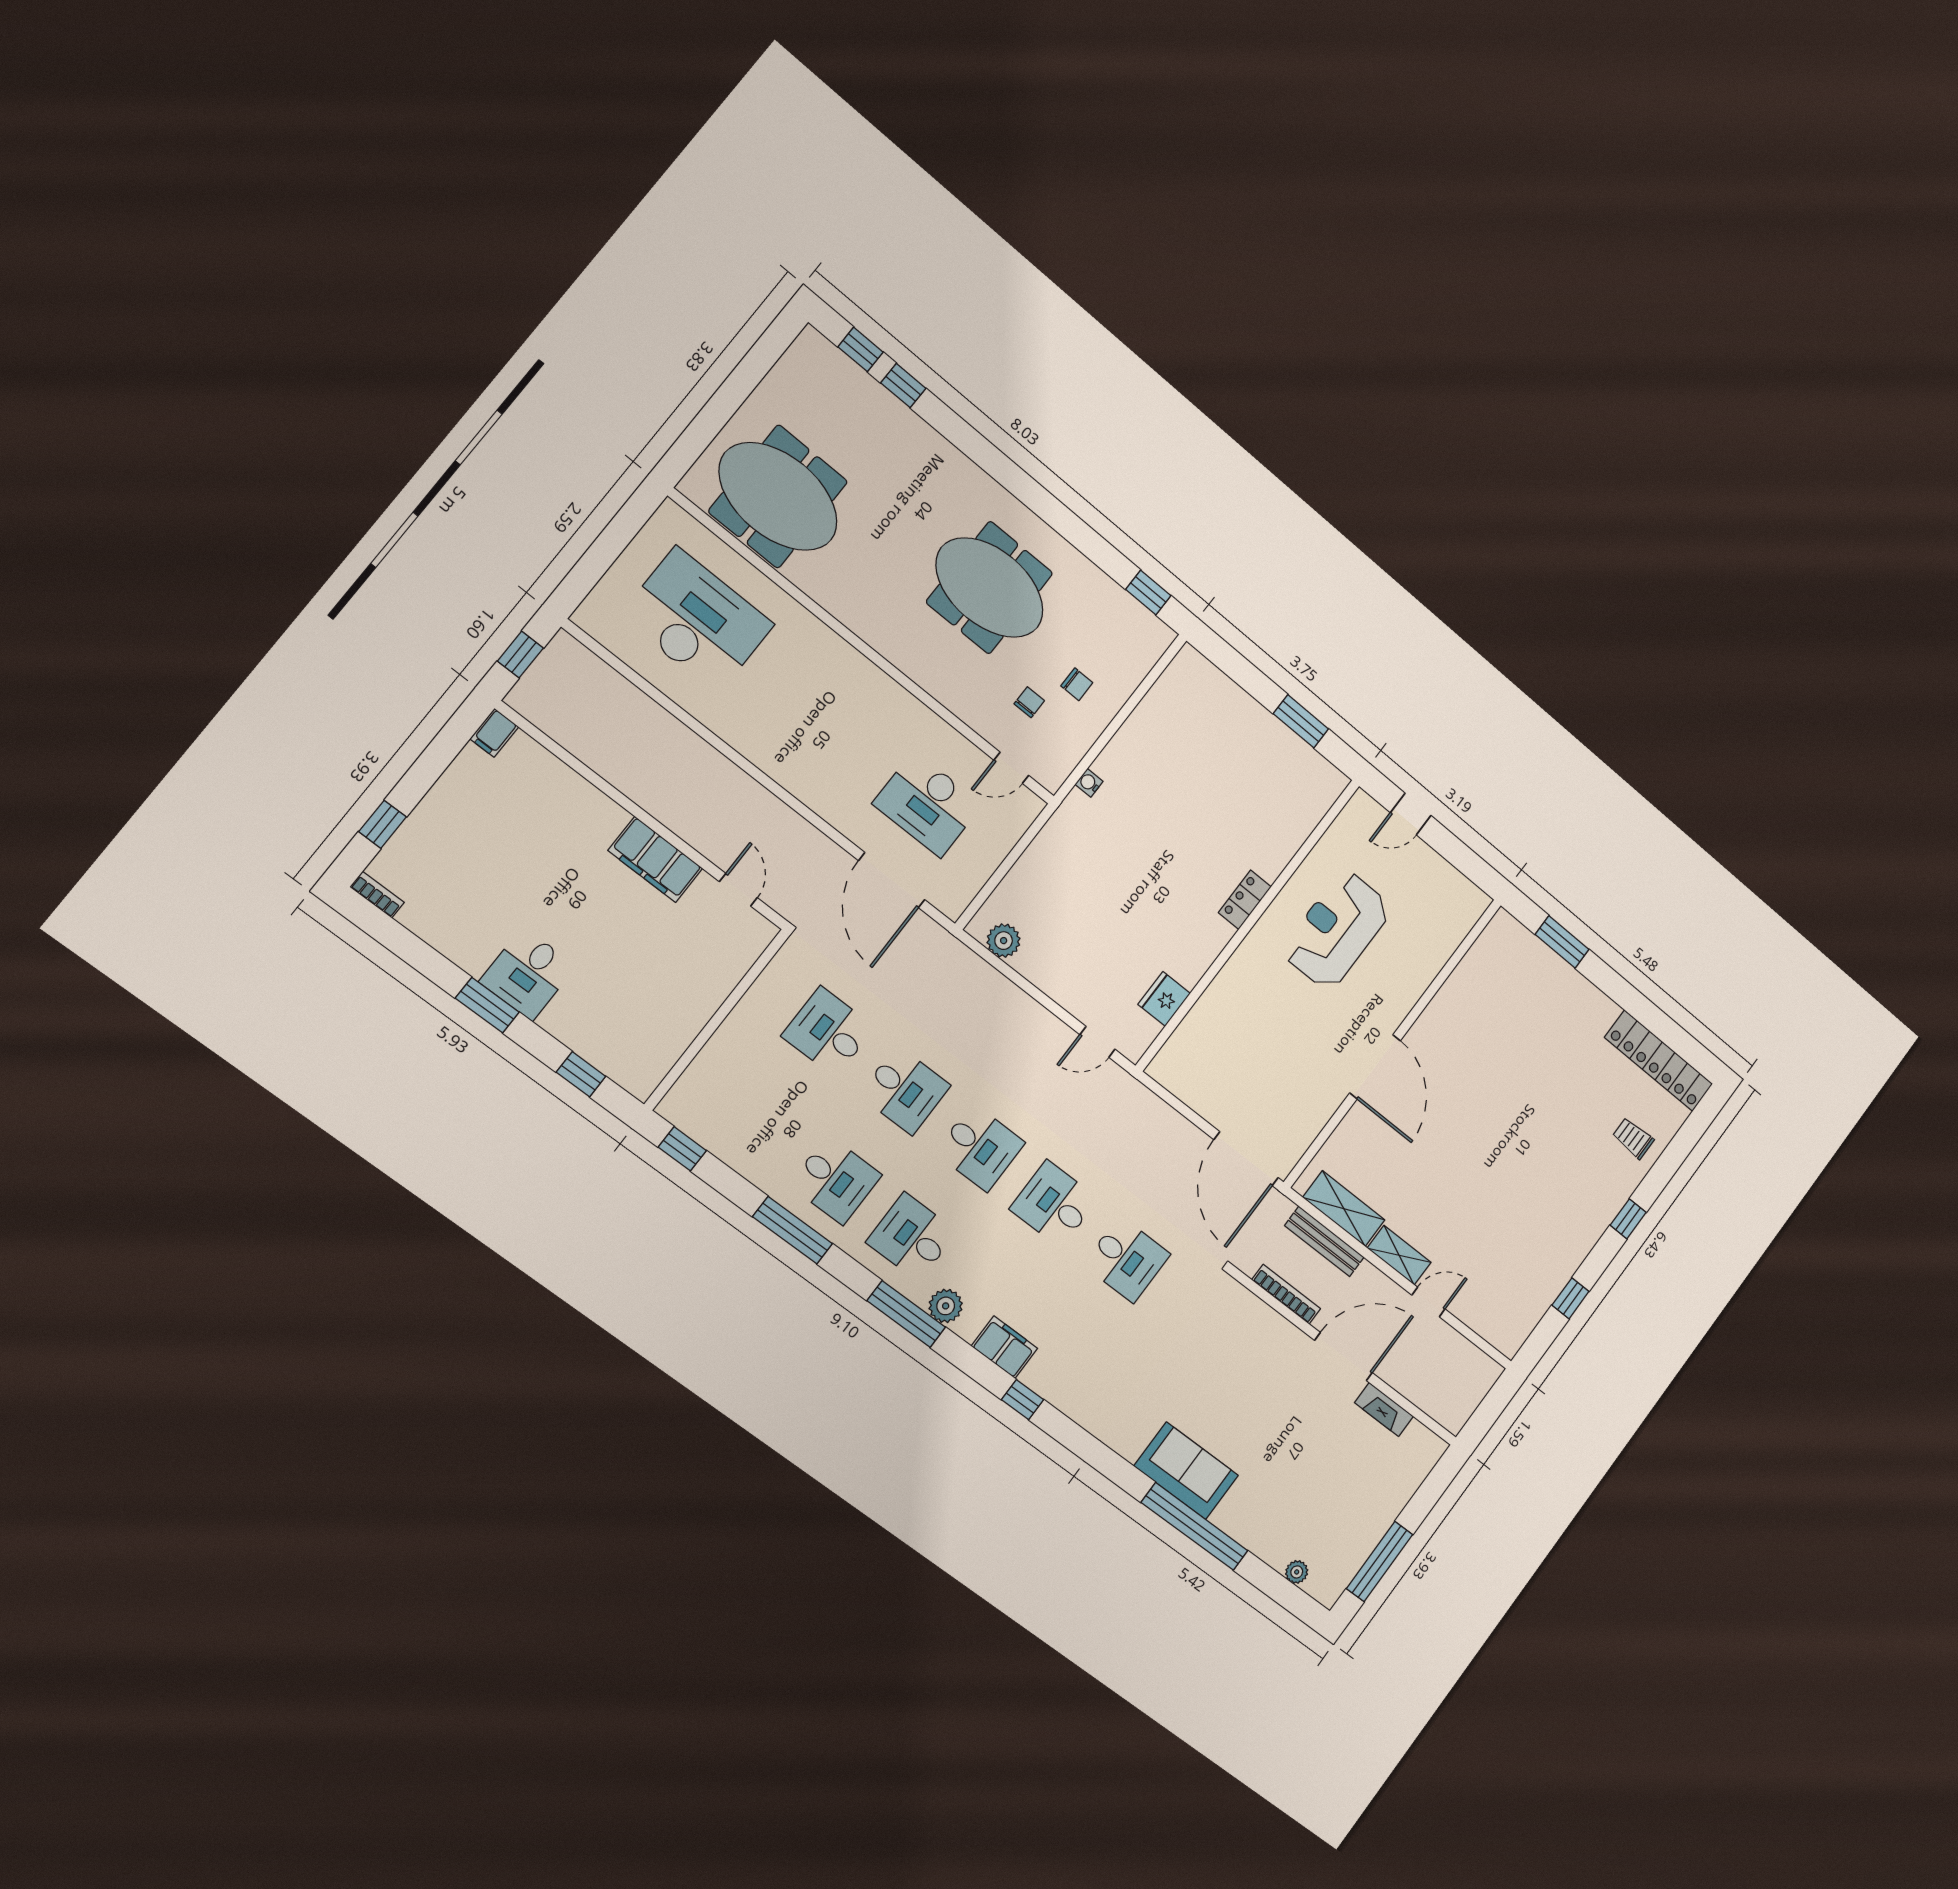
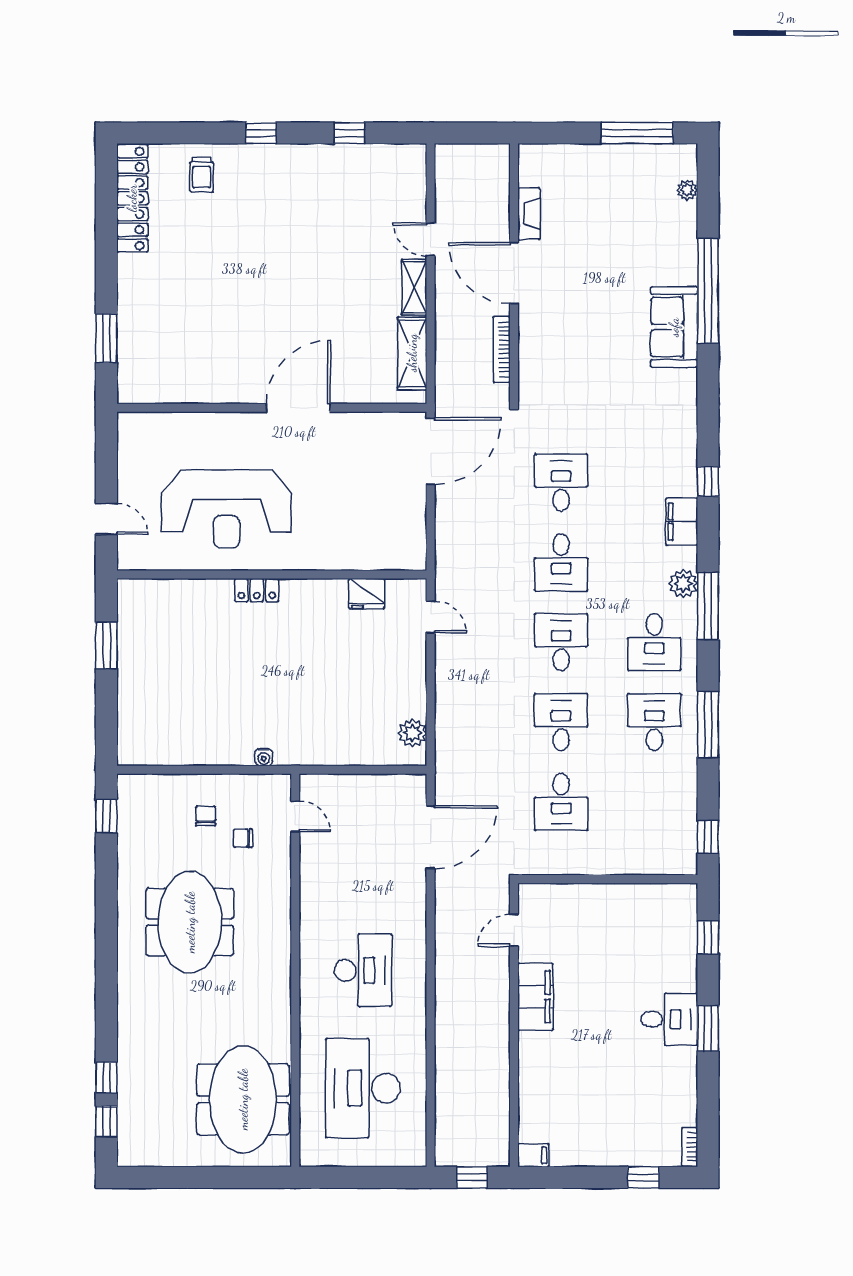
desk: (927, 804) -> (363, 970), moved
reception desk: (1337, 930) -> (226, 509), width x1.36, depth x1.30
bench: (1324, 1241) -> (445, 350), removed

